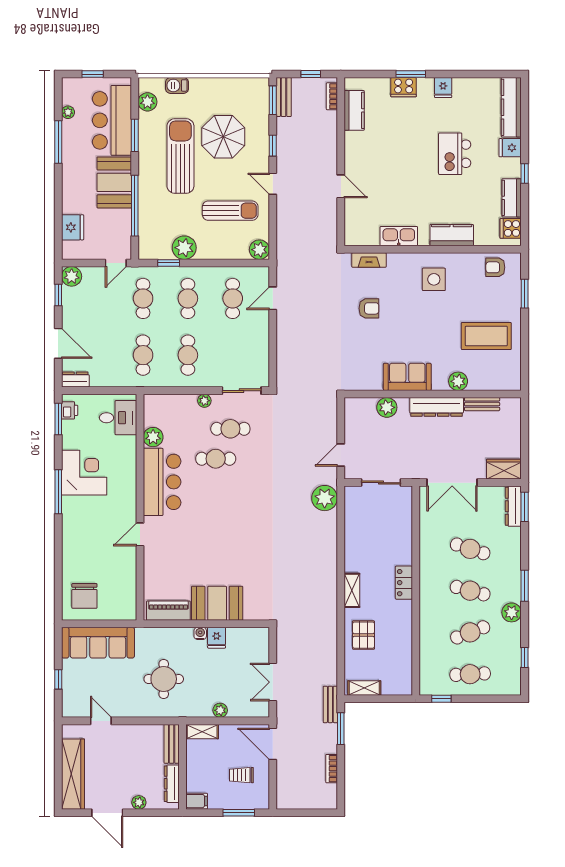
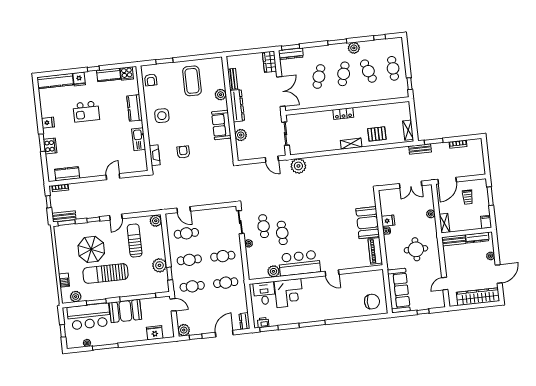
corner desk: (84, 473) -> (289, 293), moved, turned 180

